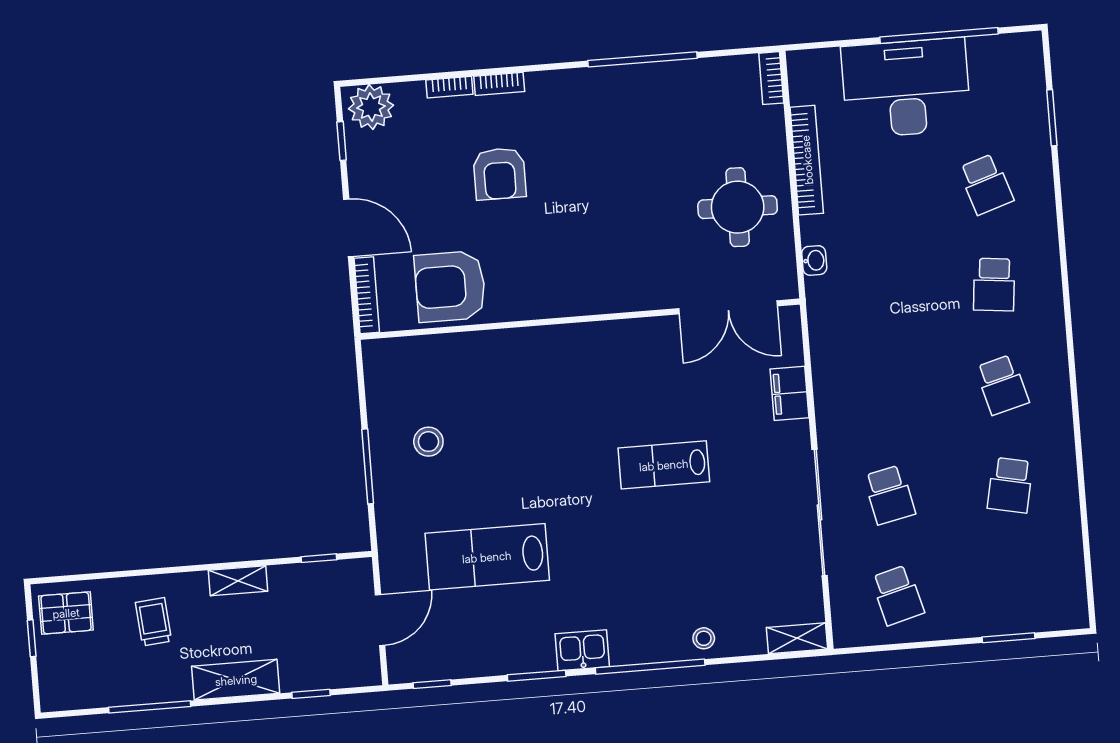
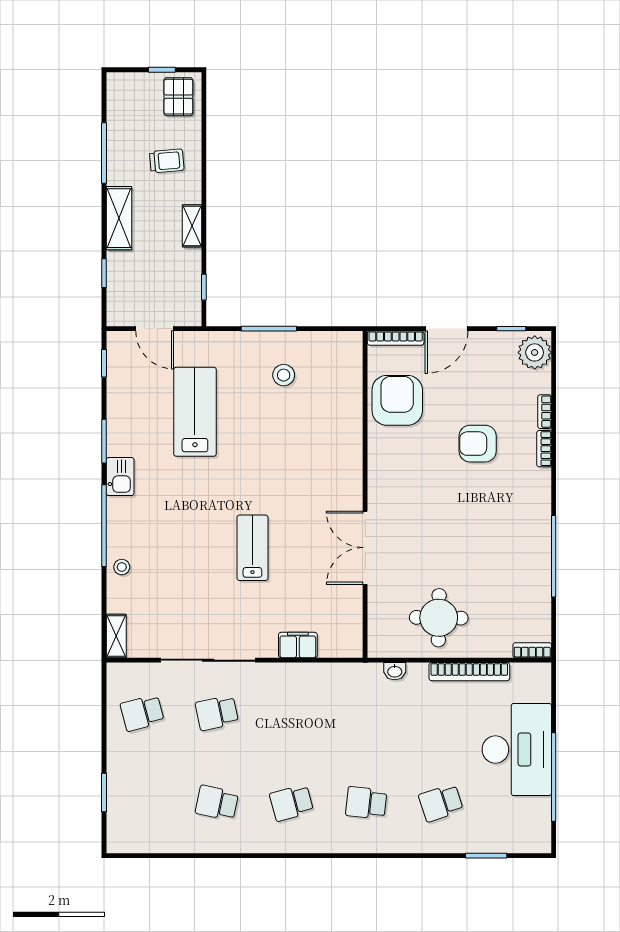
double door: (728, 307) -> (365, 548), moved

